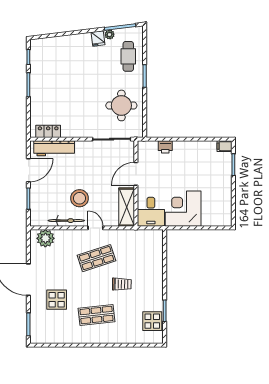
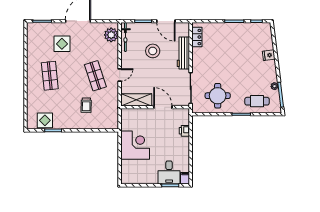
fridge: (98, 38) -> (269, 55), moved
workbench: (54, 148) -> (183, 53), moved
stool: (80, 198) -> (153, 51), moved
desk: (151, 212) -> (169, 172), moved, turned -90
bicycle: (66, 221) -> (125, 37), moved
trolley: (122, 284) -> (86, 105), moved

